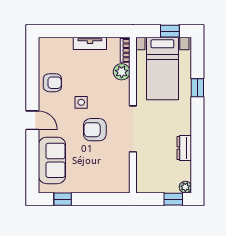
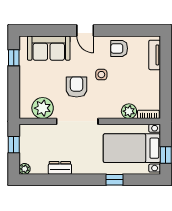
tv unit: (90, 43) -> (155, 55), moved
armchair: (52, 83) -> (119, 48), turned 90
door: (32, 120) -> (85, 30), hinge flipped
plant: (118, 167) -> (43, 108), added
window: (173, 199) -> (14, 145), moved

